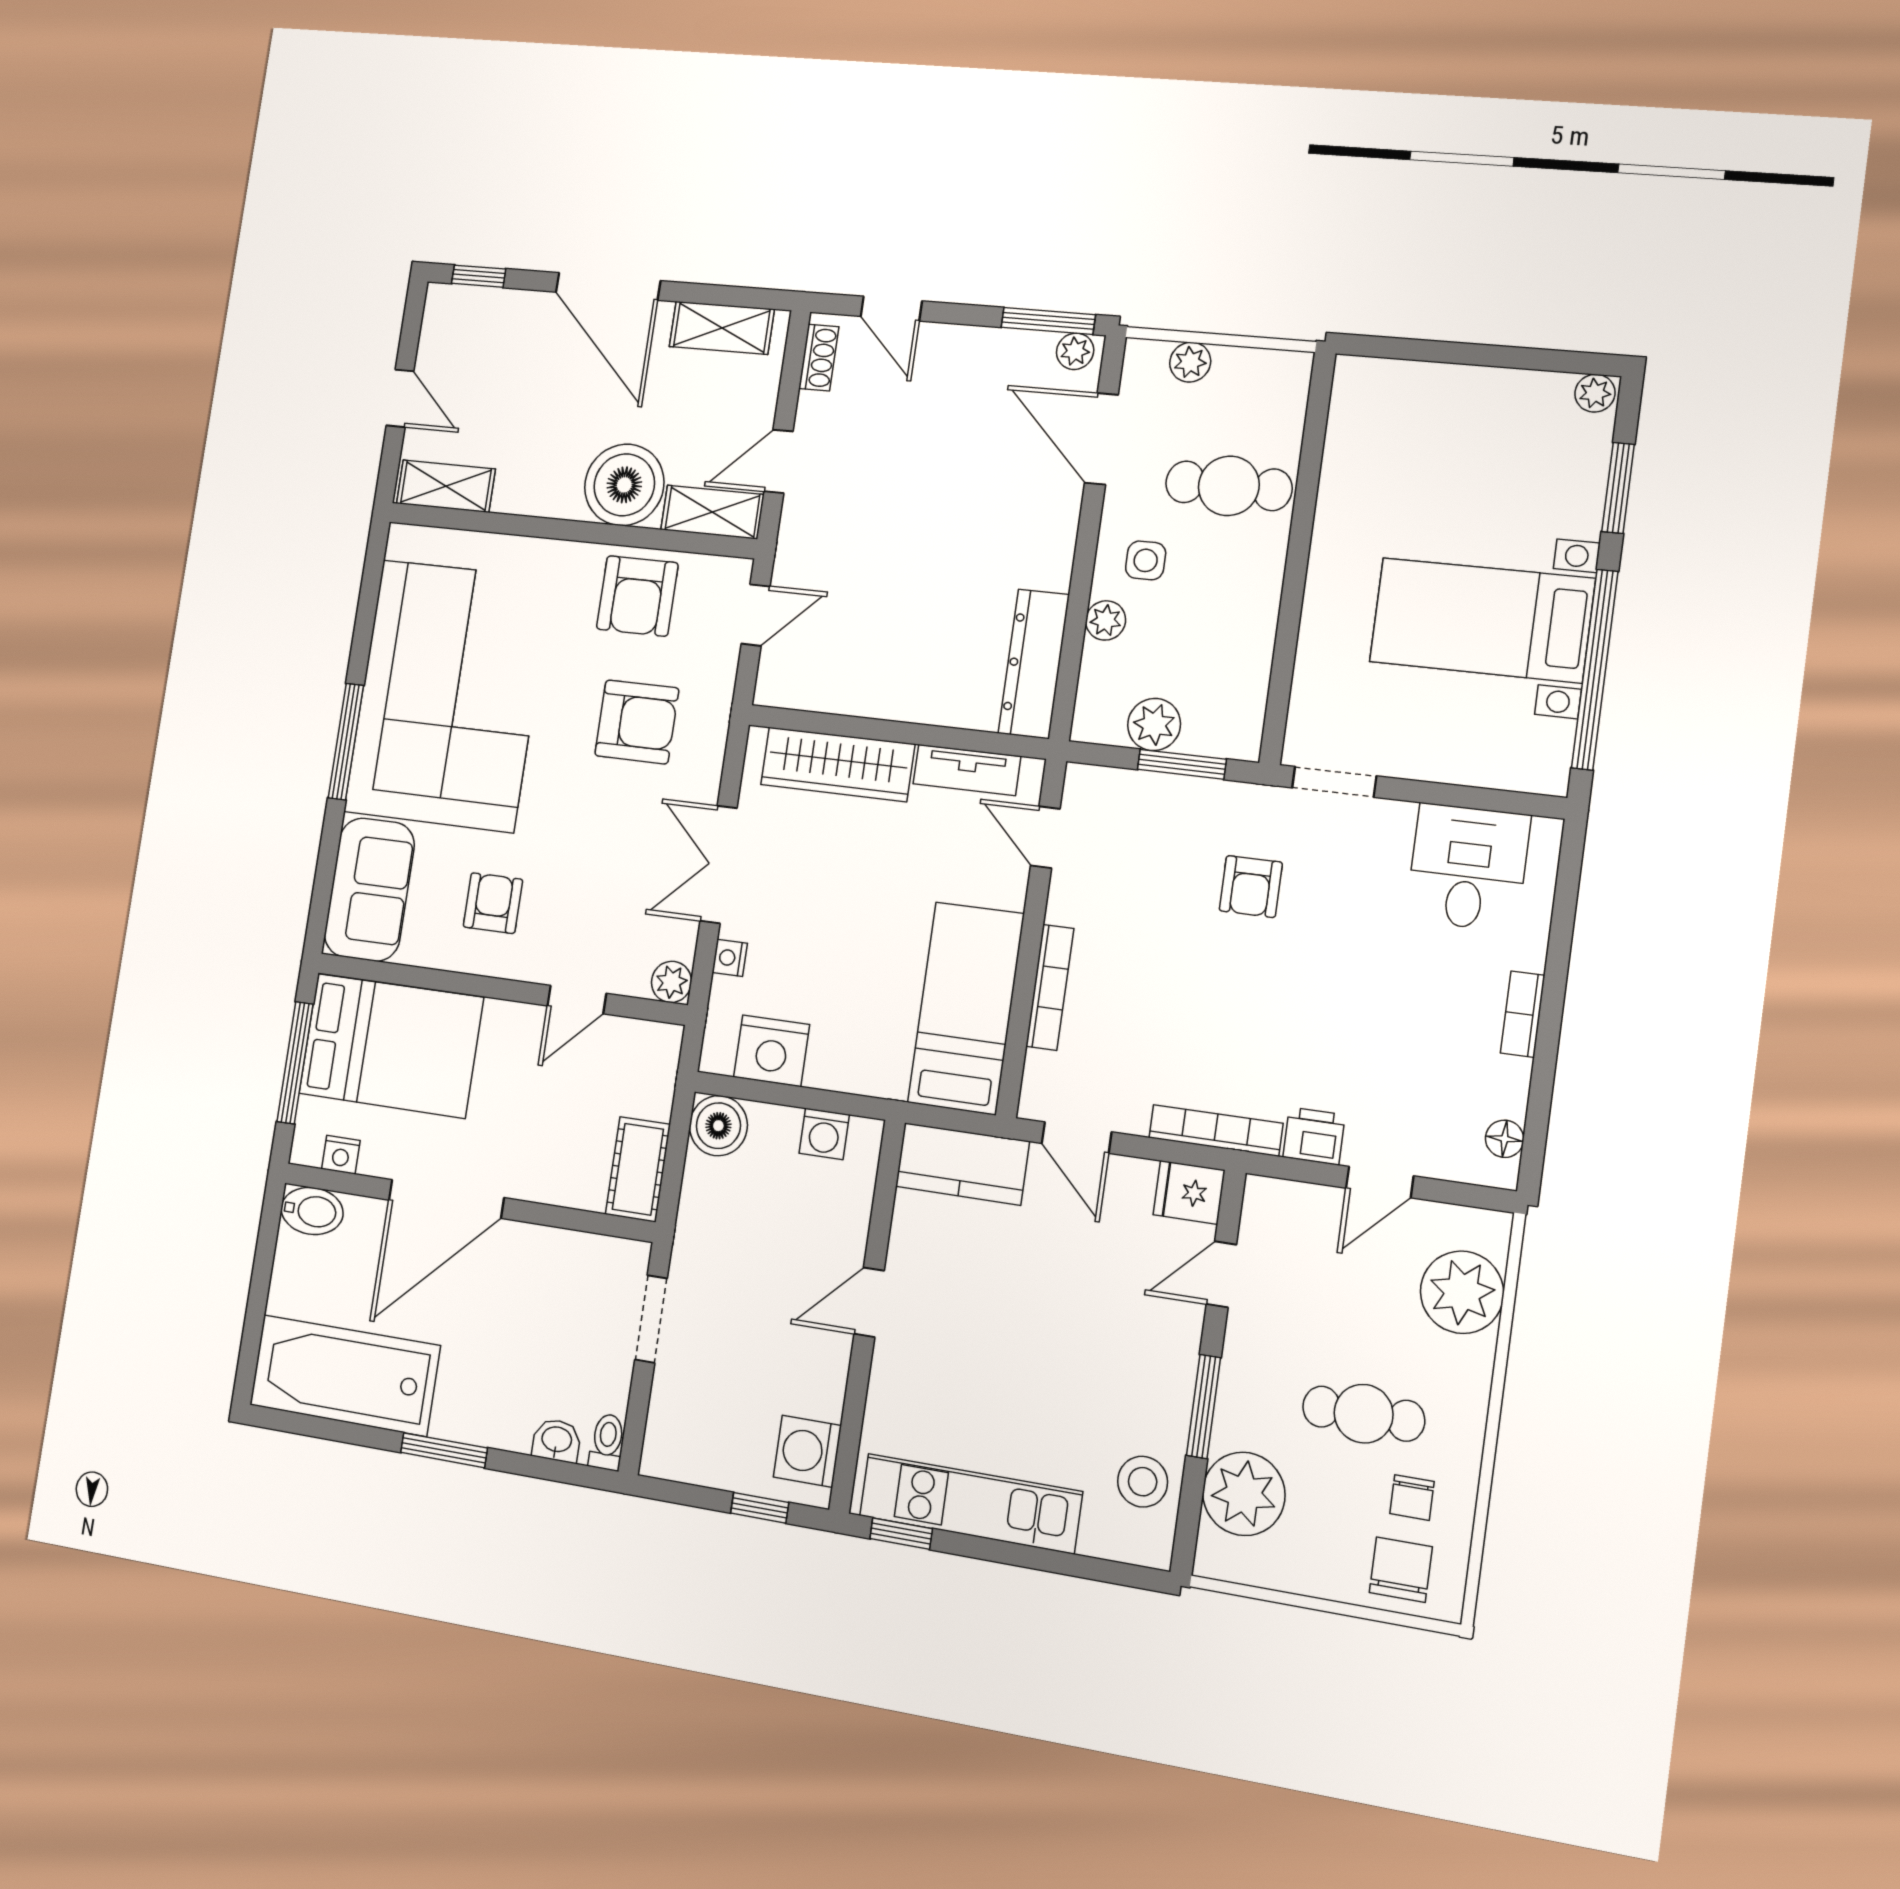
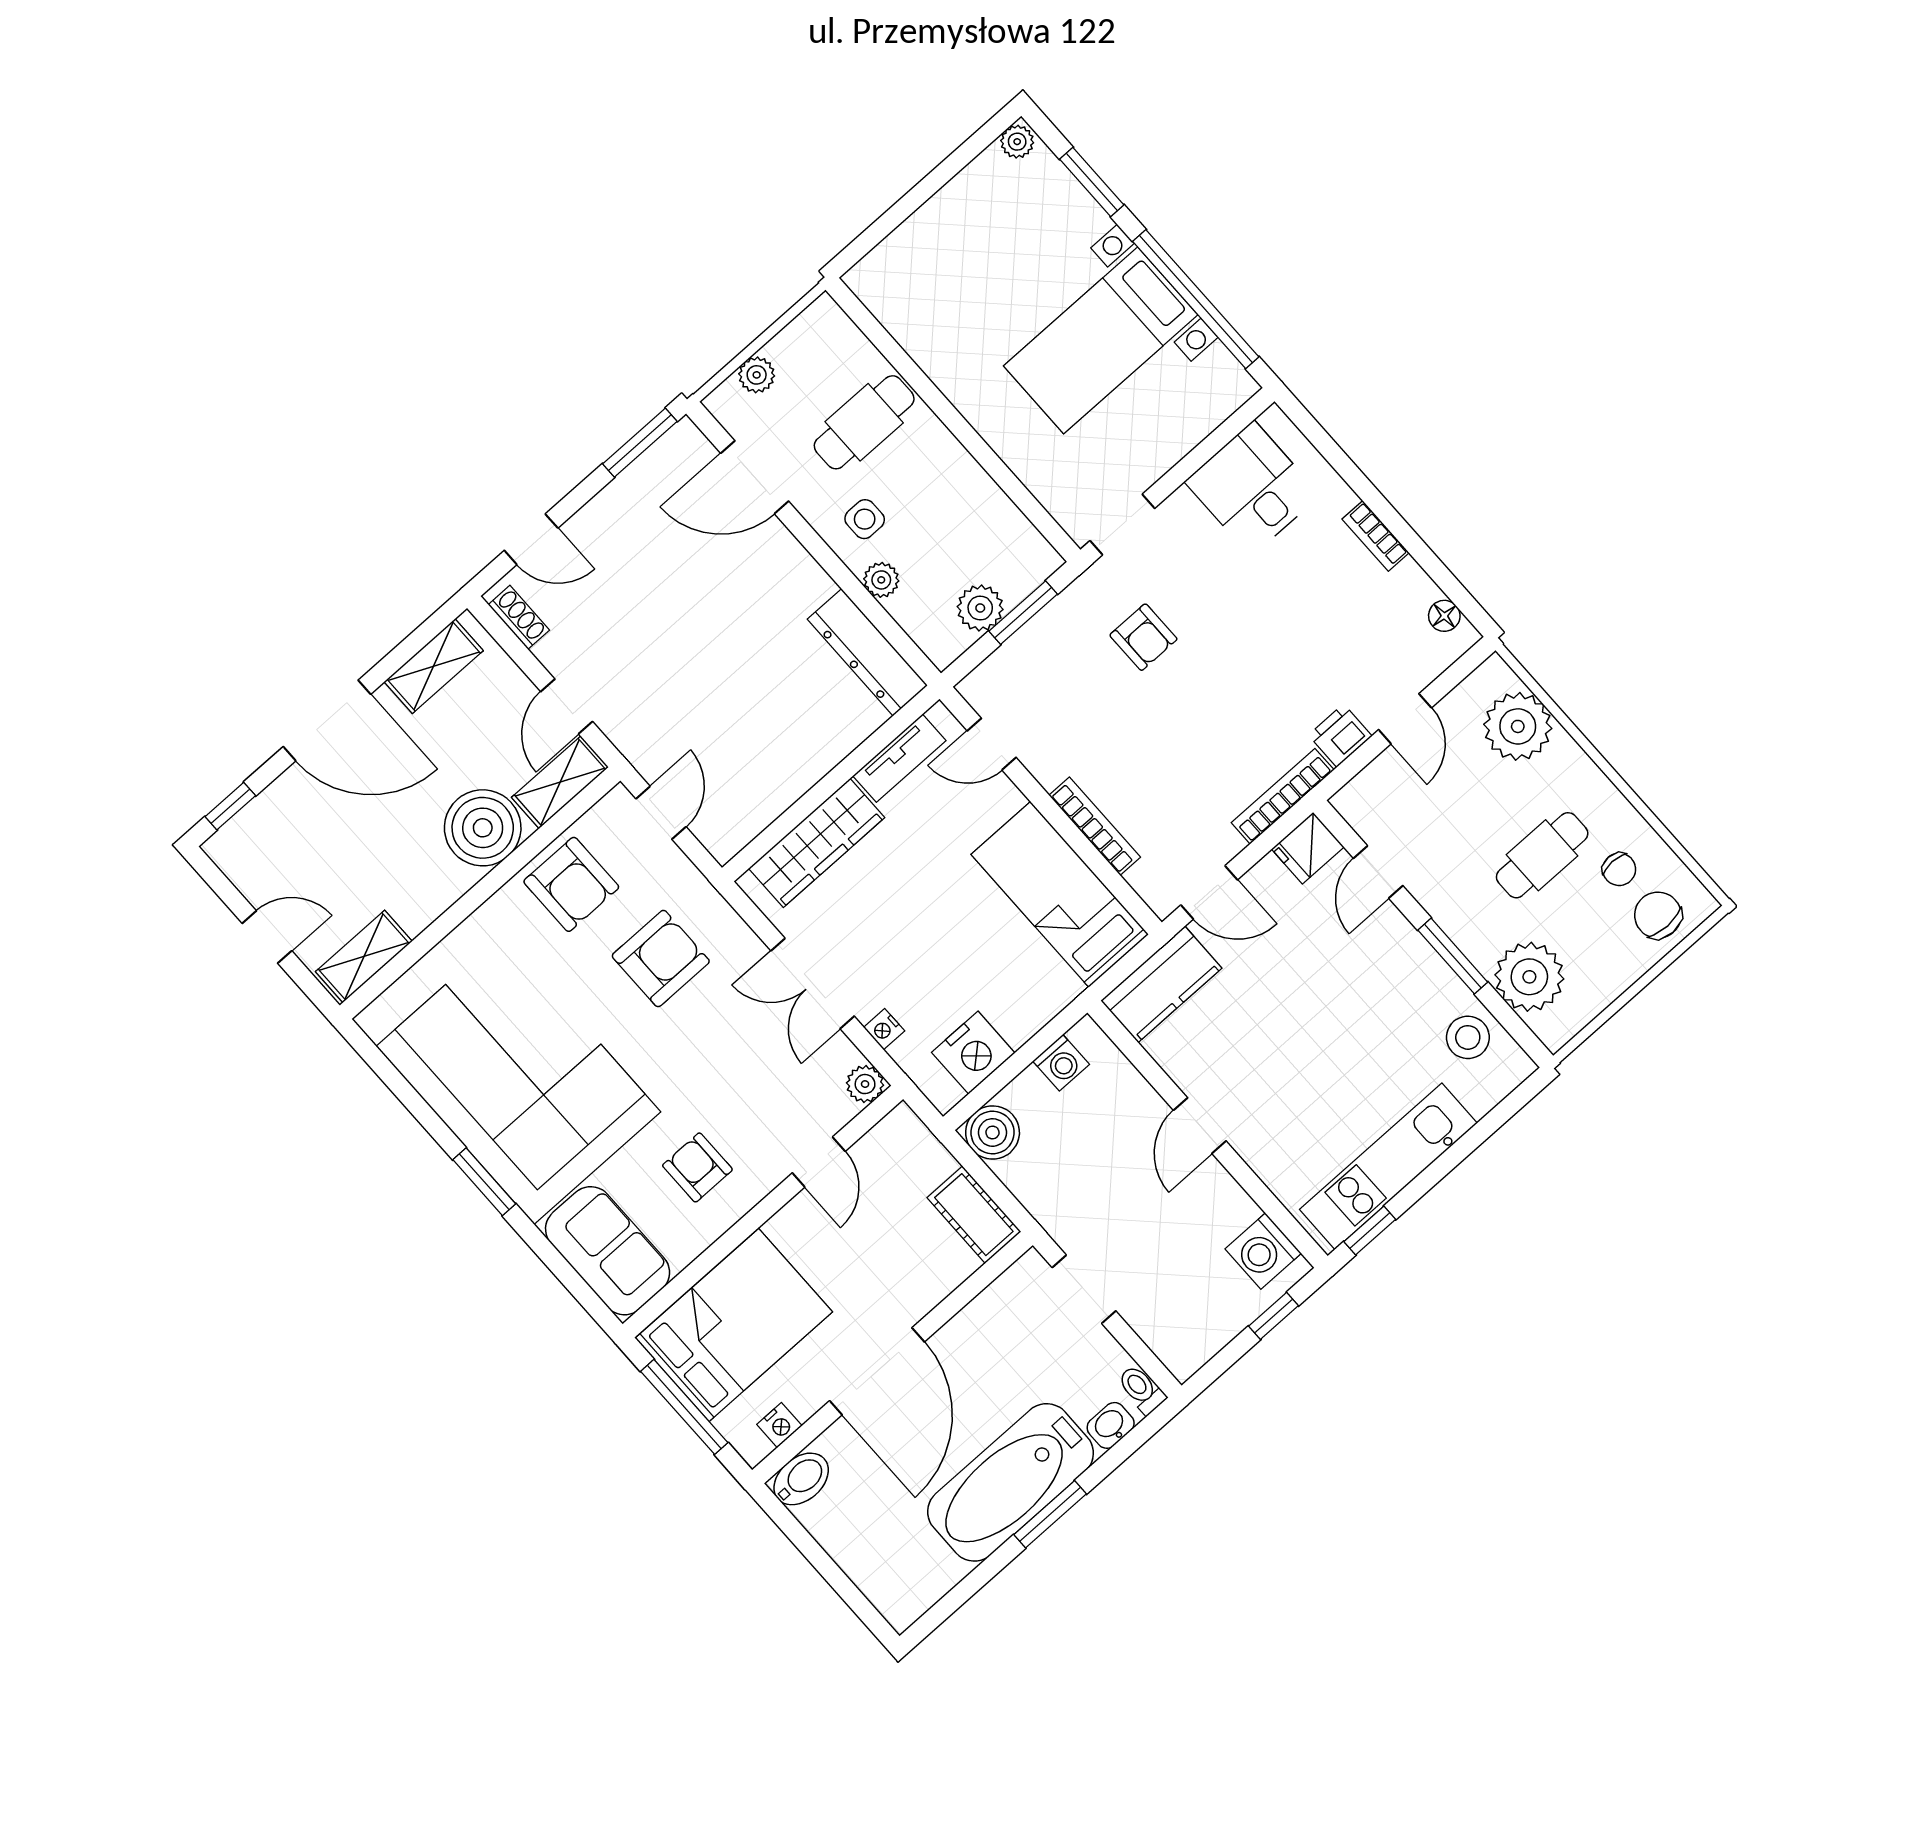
plant: (1075, 351) -> (678, 443), removed
window: (346, 742) -> (484, 1182), width x0.69
bathtub: (345, 1375) -> (1011, 1482), moved

